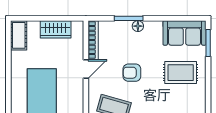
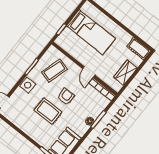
rug: (181, 73) -> (48, 111), moved, turned 90

